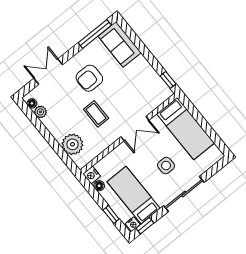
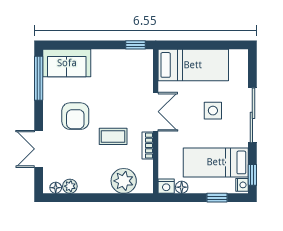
bookcase: (108, 141) -> (148, 146), added

